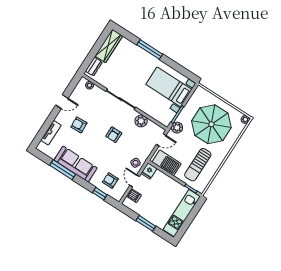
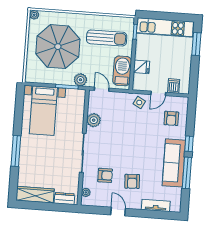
armchair: (114, 135) -> (105, 175), moved
fridge: (149, 171) -> (141, 67), moved
window: (100, 194) -> (189, 144), moved
window: (146, 223) -> (196, 44), moved

